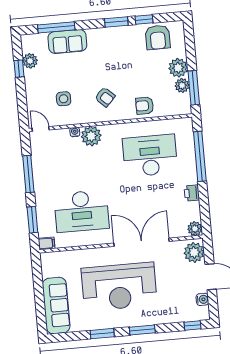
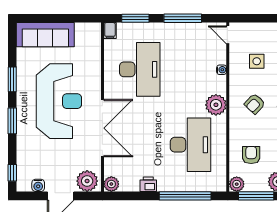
plant: (182, 85) -> (237, 184), moved
armchair: (145, 106) -> (251, 155), moved
door: (41, 129) -> (228, 35), swing flipped
plant: (91, 136) -> (216, 105), moved
desk: (82, 211) -> (140, 69), turned 180
reception desk: (119, 287) -> (59, 101), turned 180

